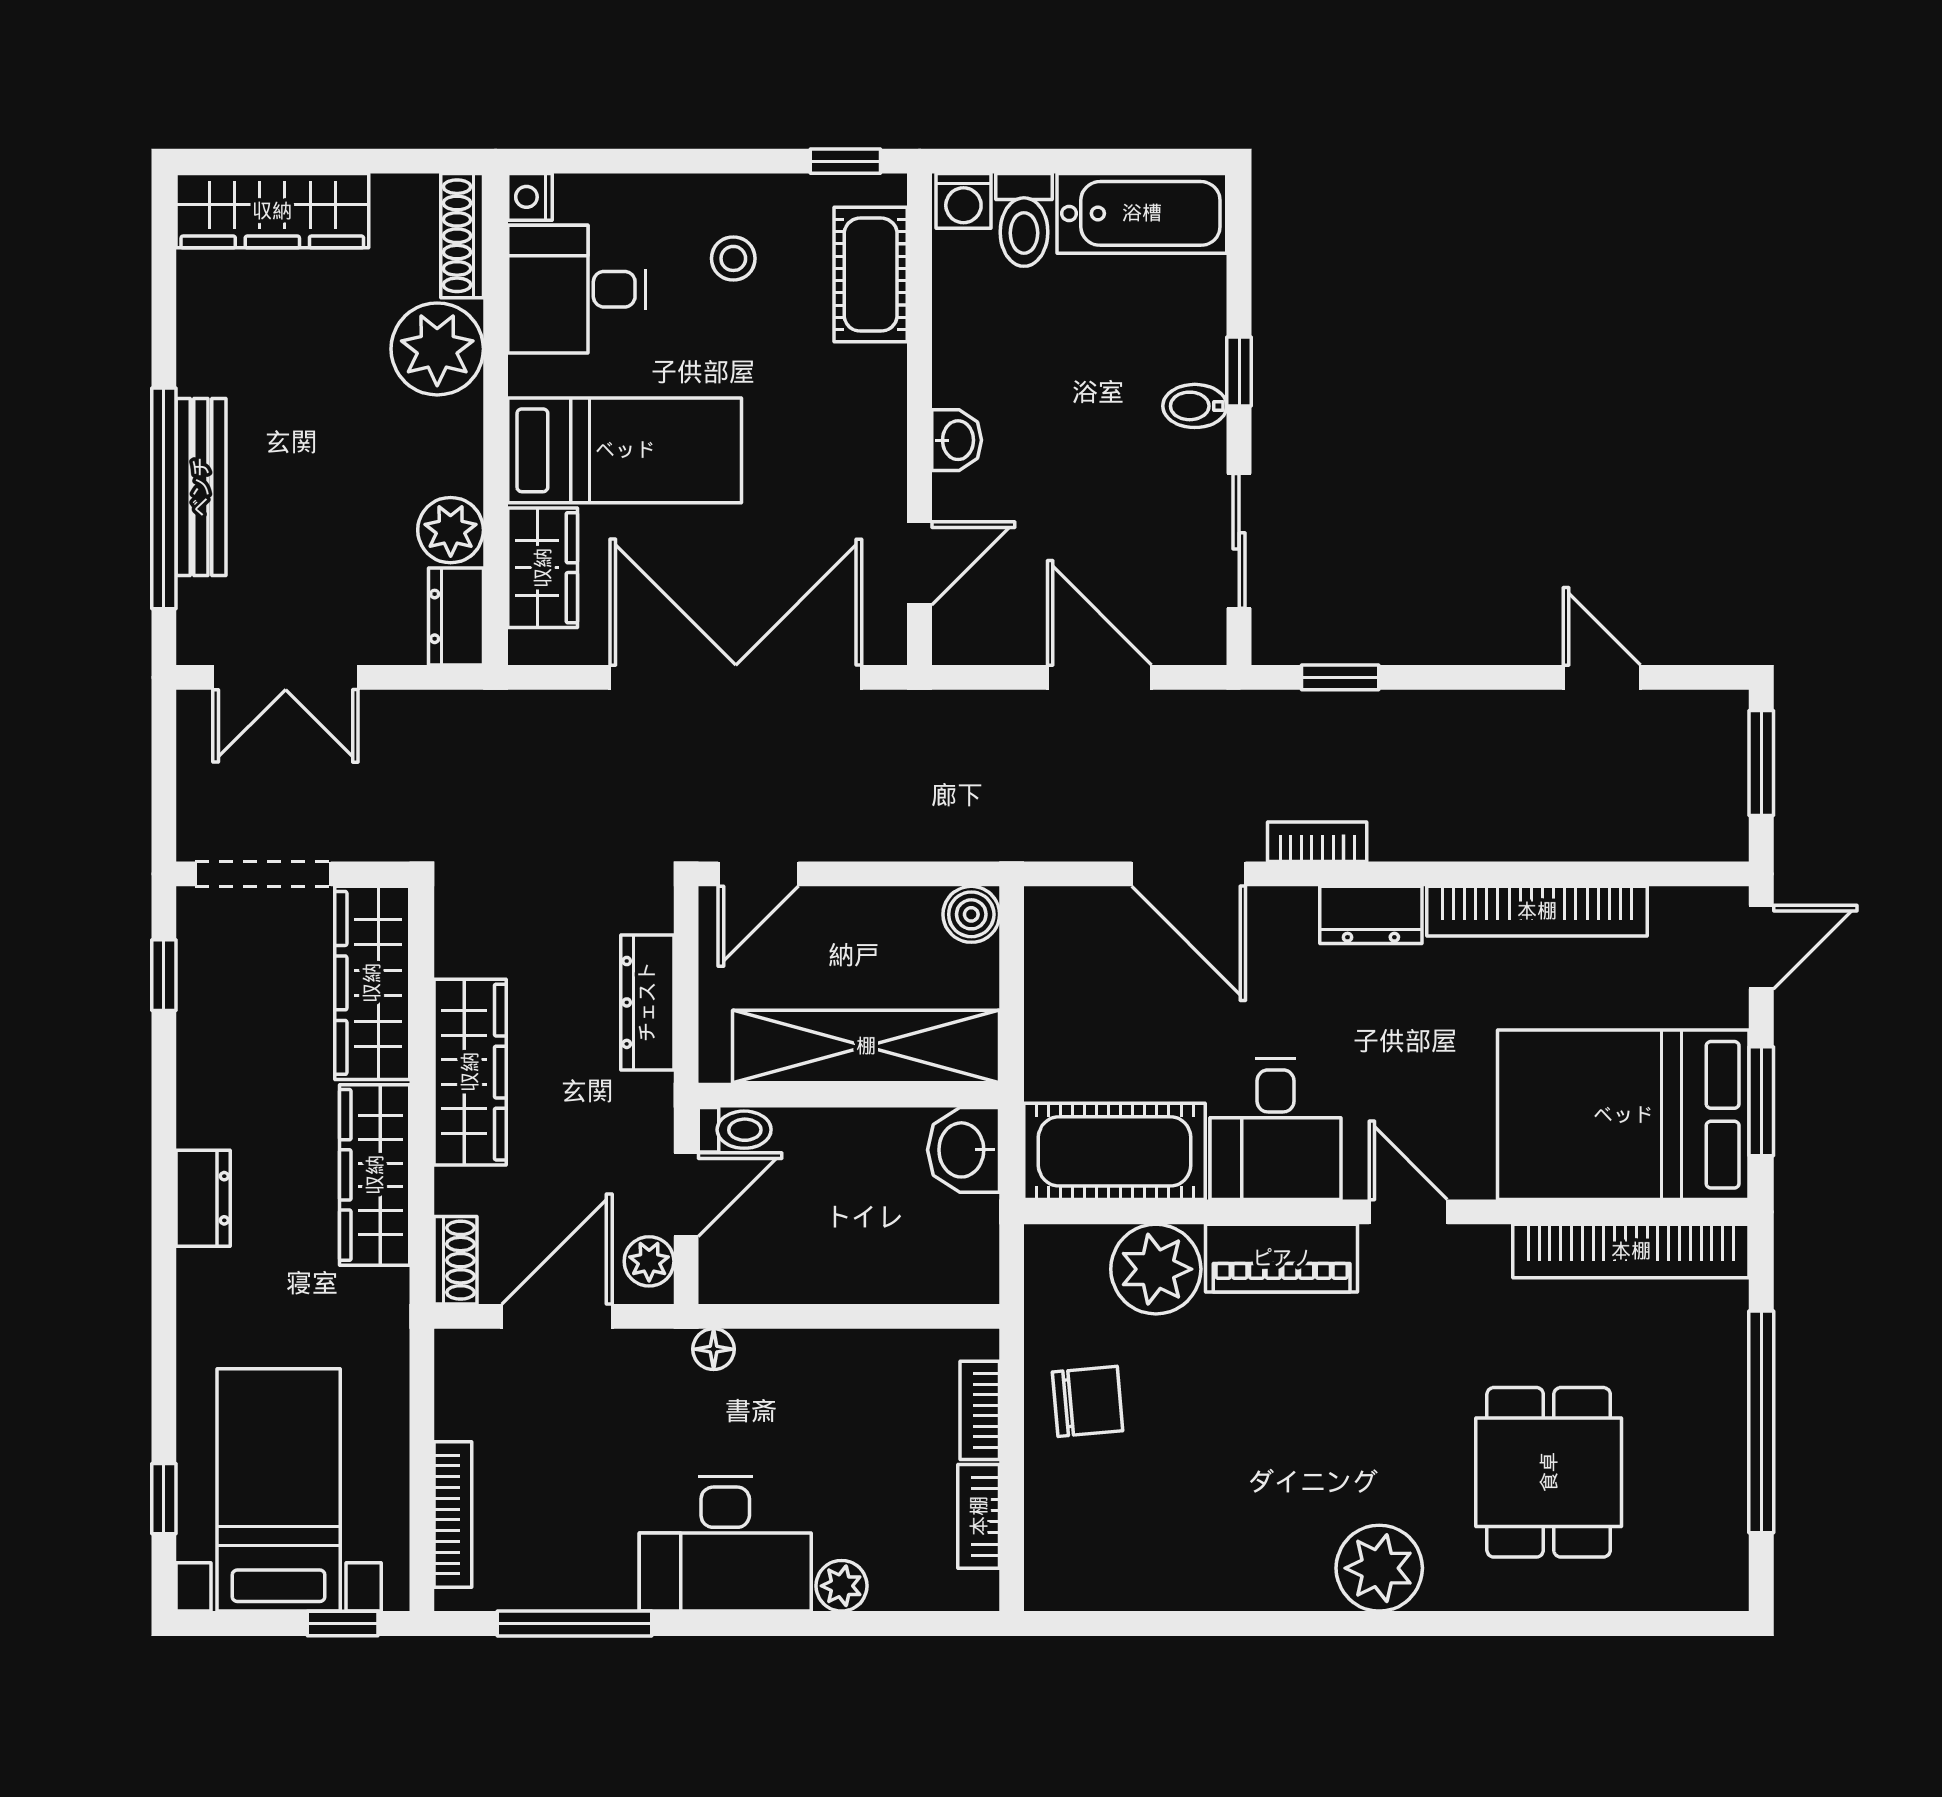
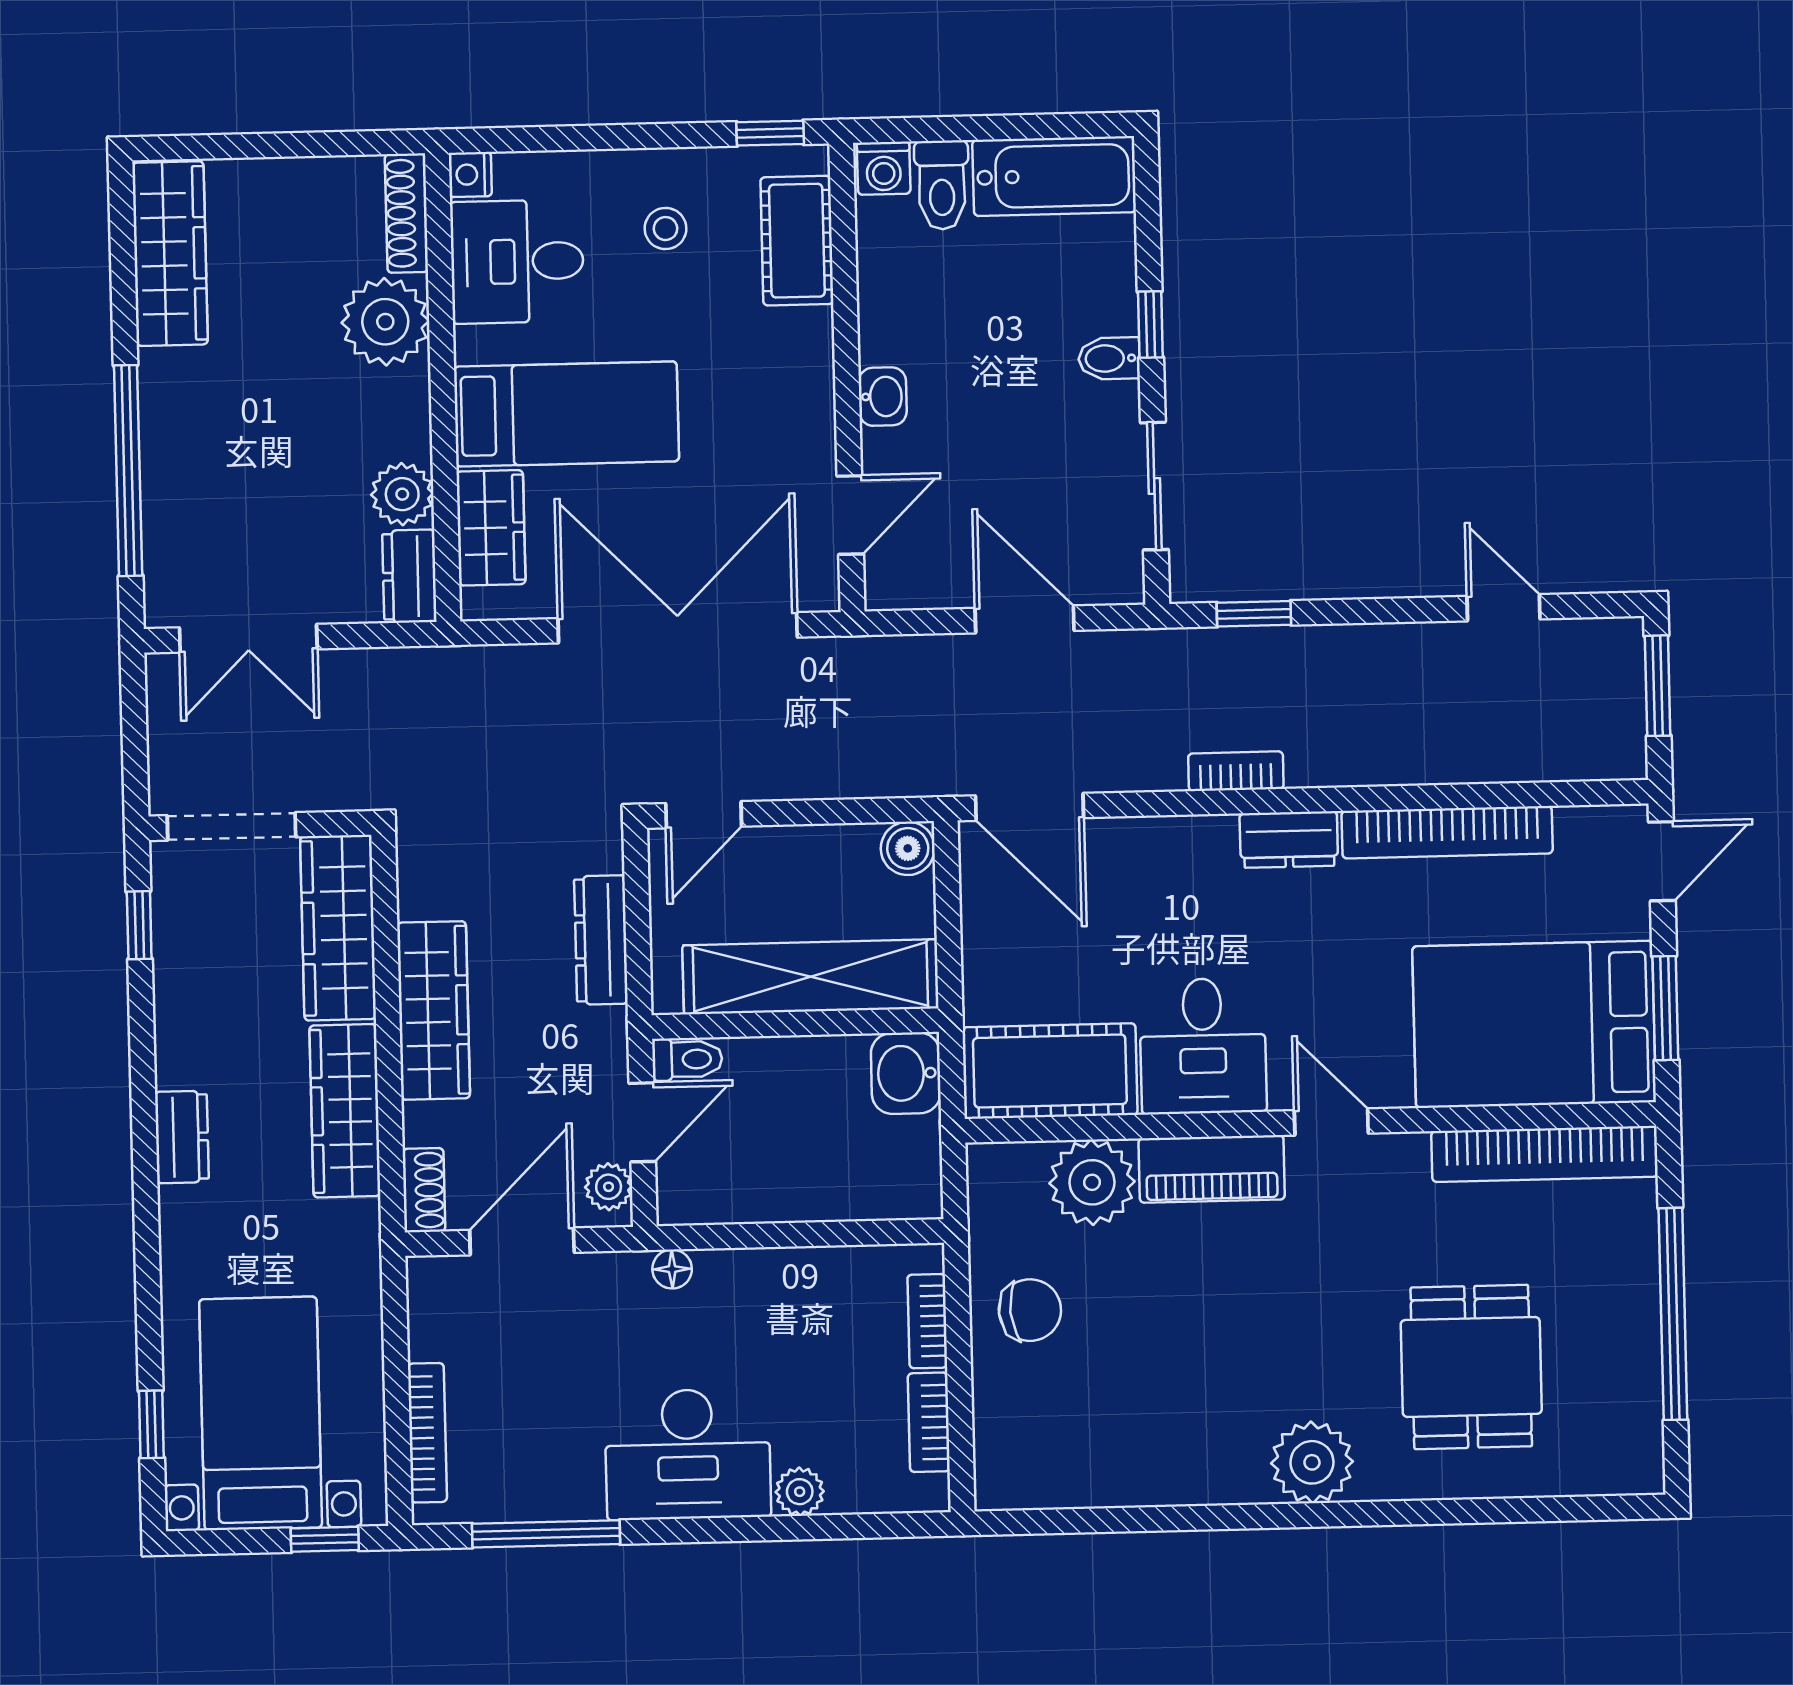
wardrobe: (272, 211) -> (170, 254), moved, turned -90
bench: (201, 487) -> (163, 459), removed
door: (1189, 874) -> (1029, 807), moved

